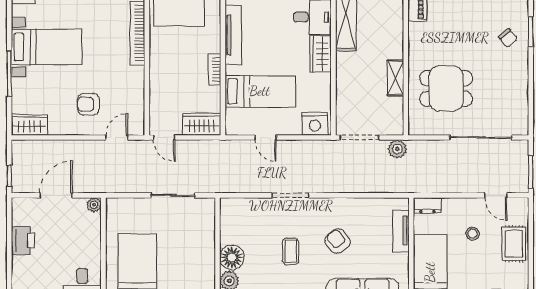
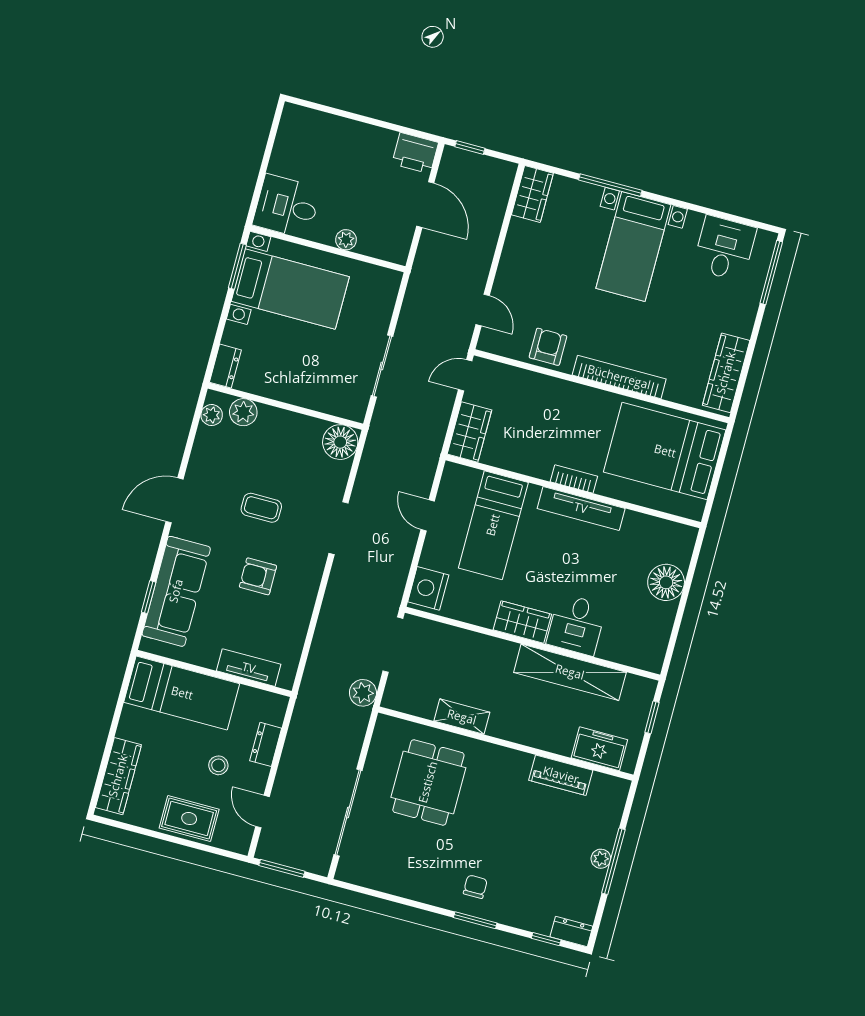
chair: (508, 38) -> (475, 887), turned 130
bookcase: (215, 70) -> (574, 479), moved
armchair: (88, 104) -> (548, 347), moved
door: (266, 137) -> (428, 515), hinge flipped
door: (496, 195) -> (263, 812), hinge flipped
plant: (94, 205) -> (346, 240), moved
dresser: (427, 205) -> (266, 744), moved
printer: (23, 241) -> (415, 153), moved
armchair: (338, 241) -> (258, 576), turned -142
floor lamp: (232, 257) -> (340, 442), moved

